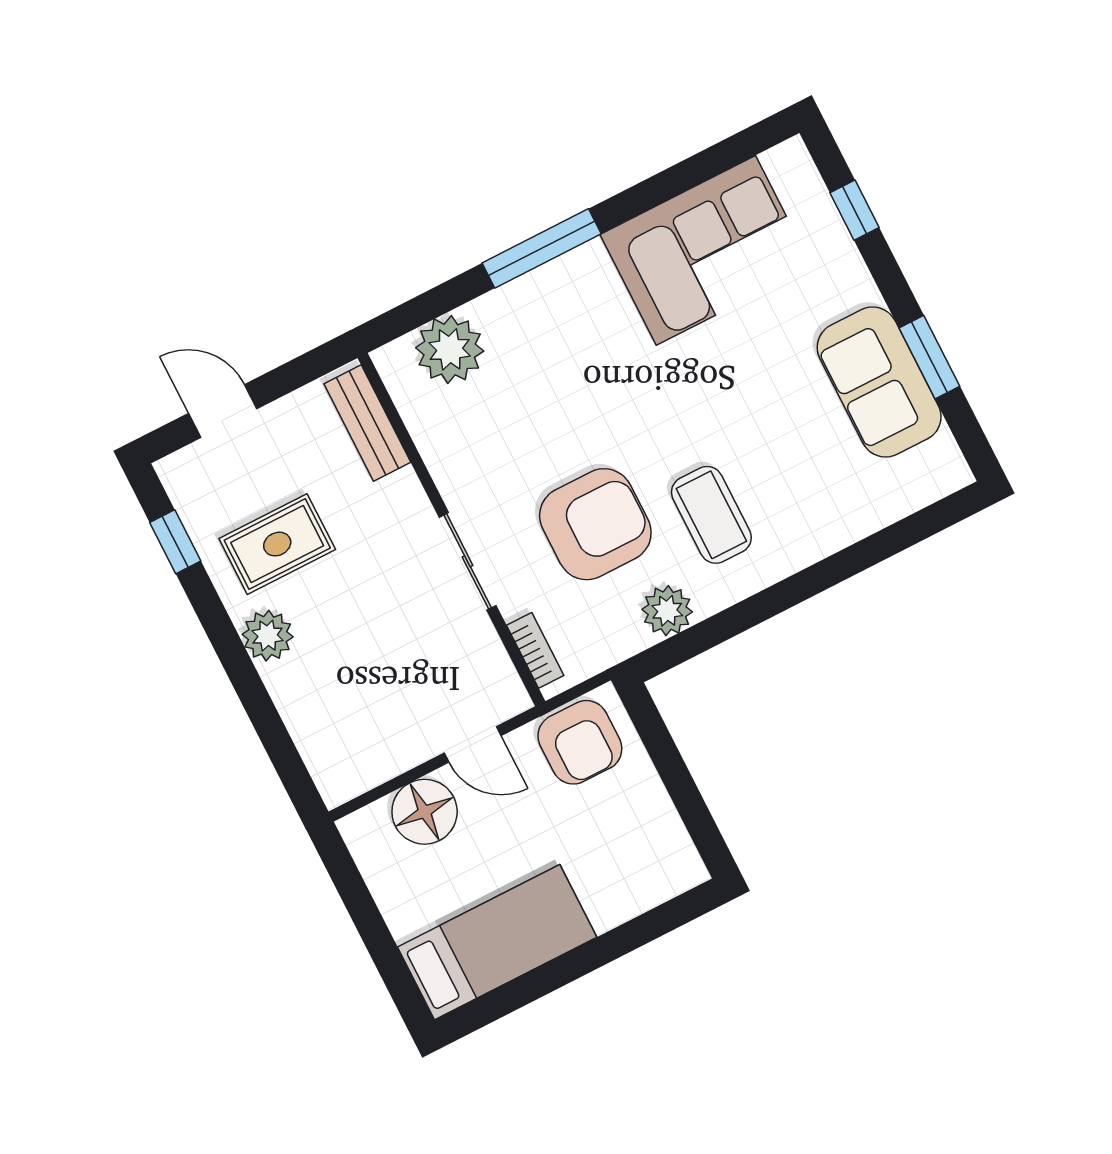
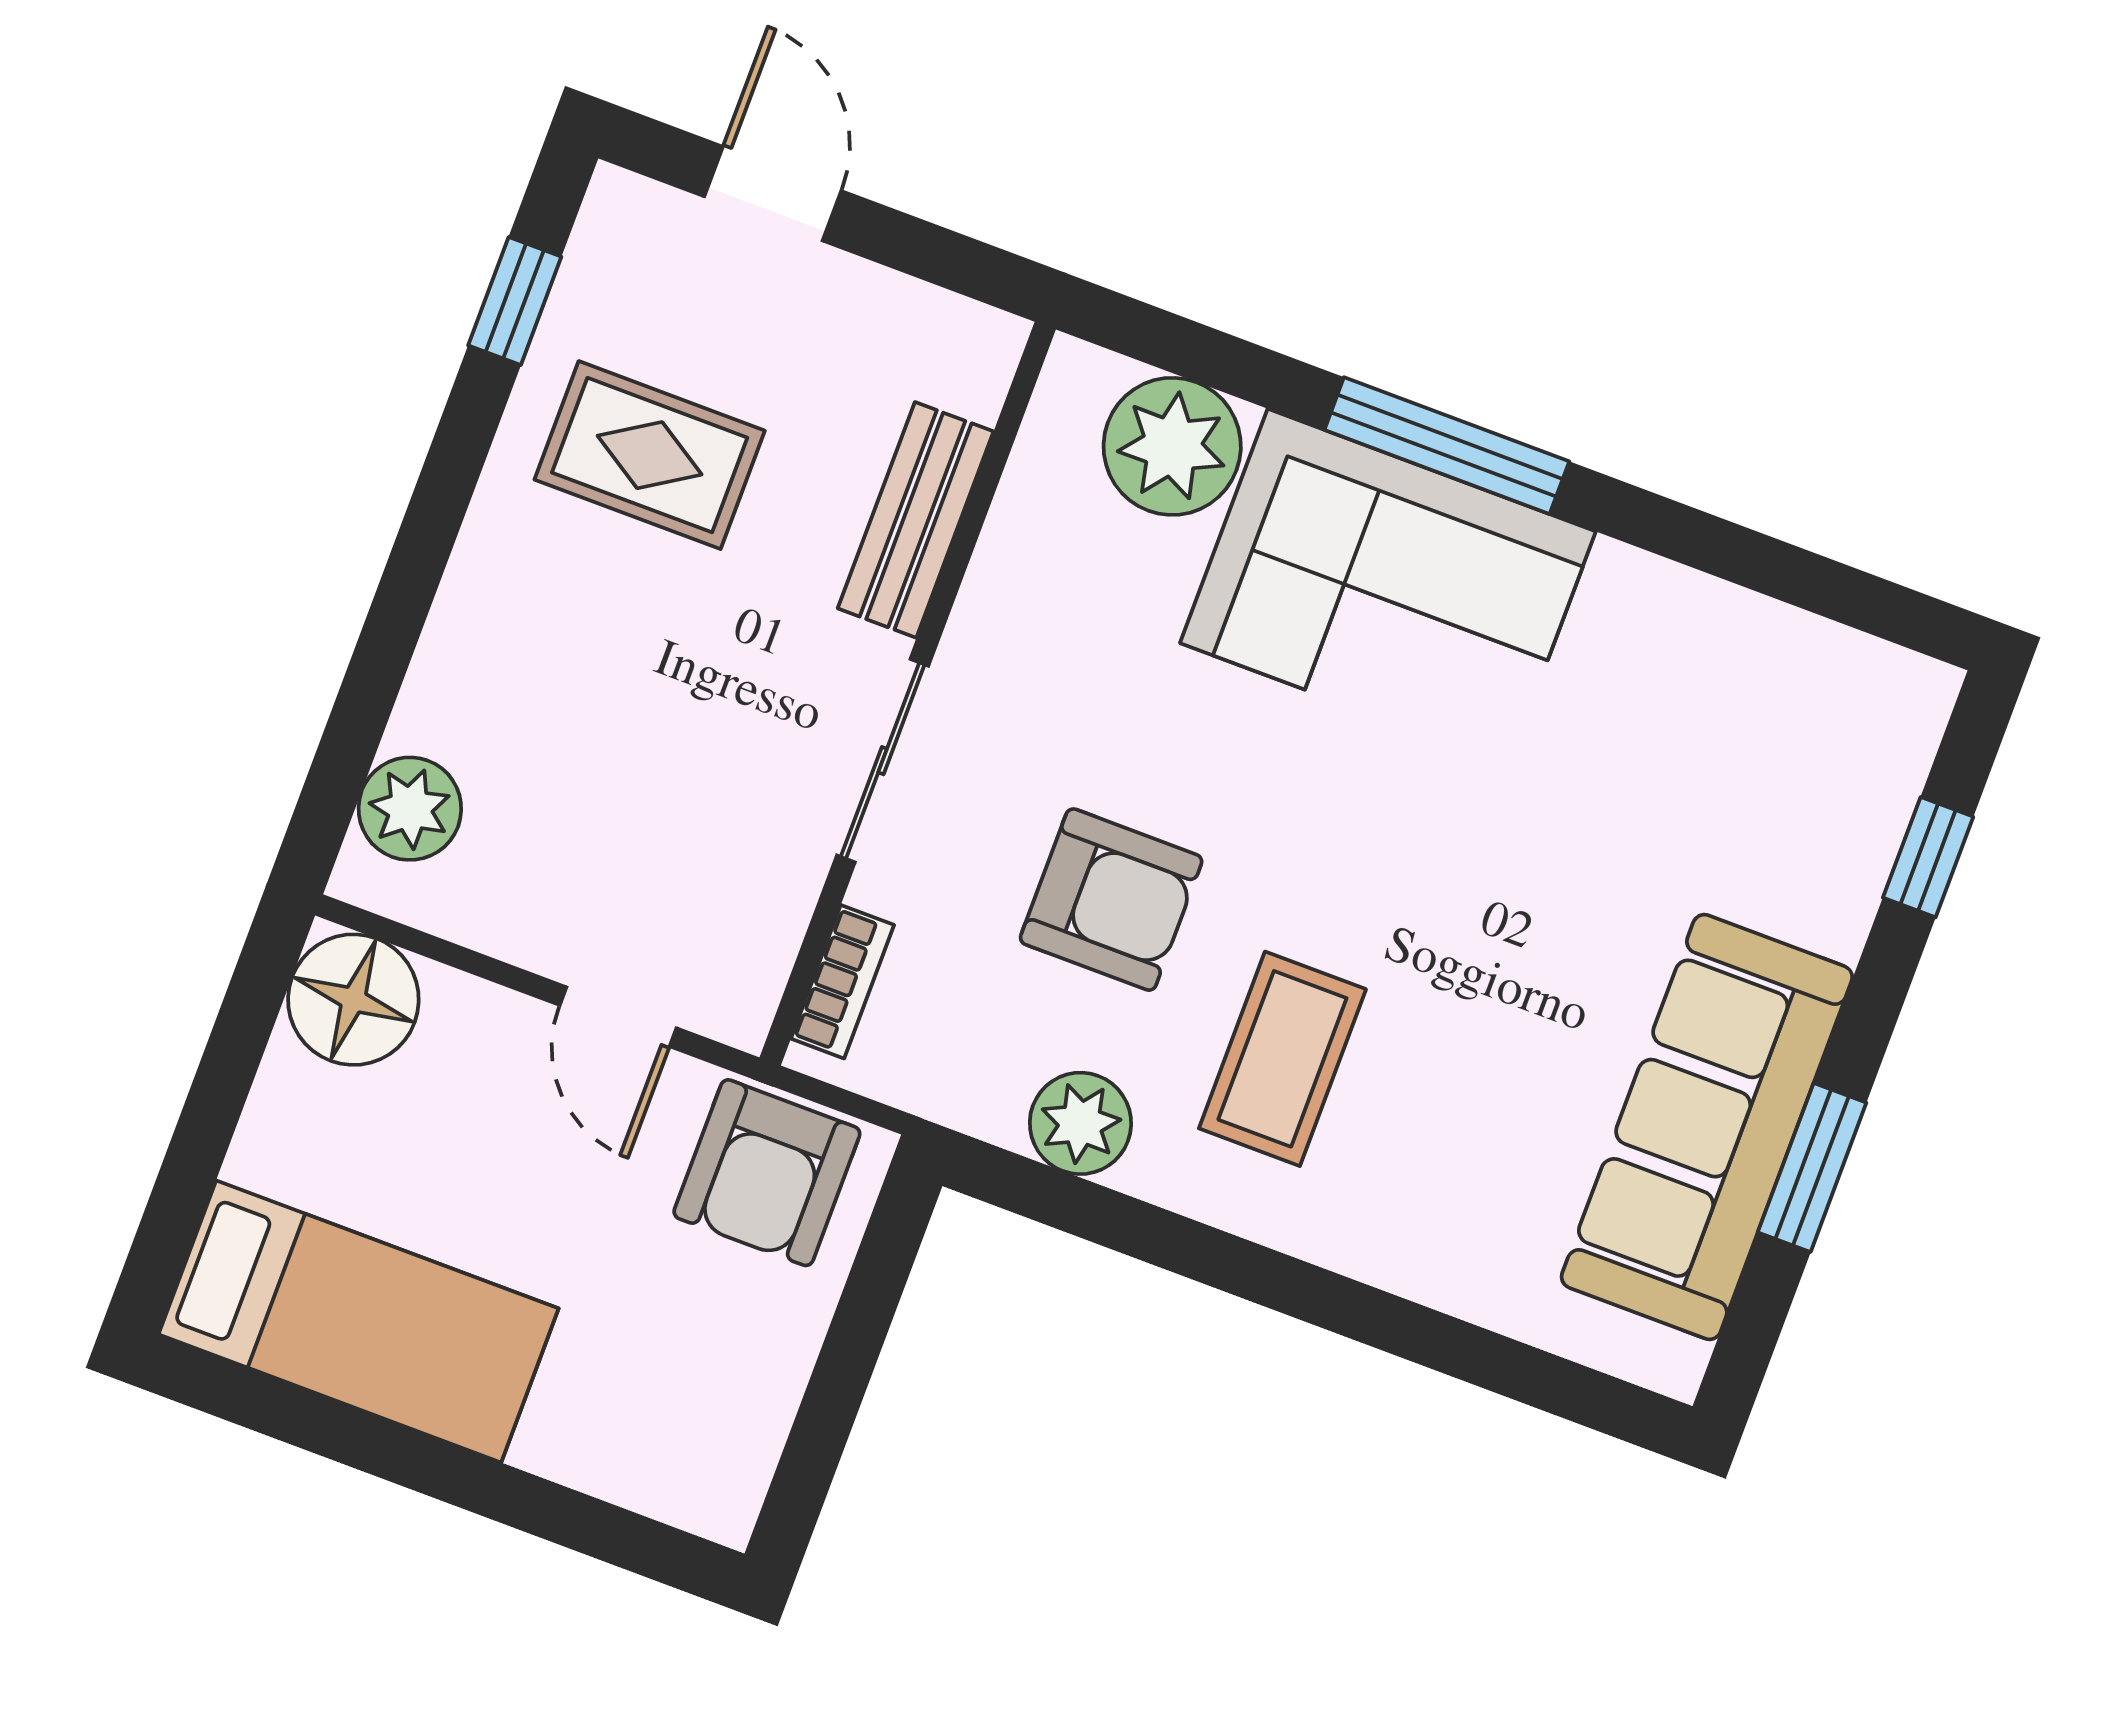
corner sofa: (706, 250) -> (1388, 587), moved
sofa: (879, 382) -> (1707, 1127), width x1.36
bench: (367, 423) -> (916, 520), moved
armchair: (595, 524) -> (1111, 900), width x0.73, depth x0.73
plant: (268, 636) -> (410, 809), moved
floor lamp: (425, 812) -> (353, 1000), moved

